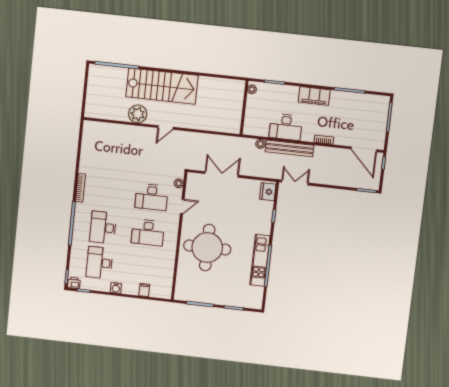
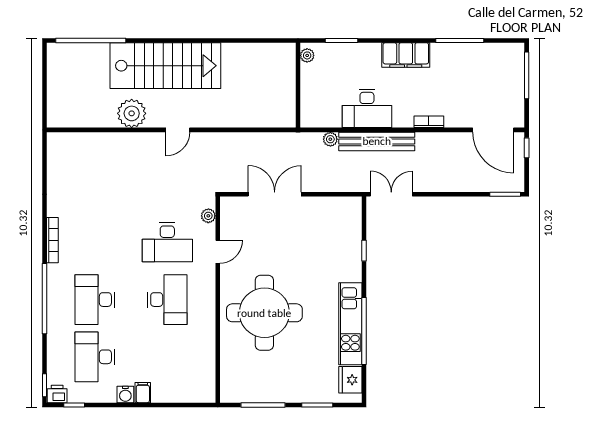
fridge: (268, 192) -> (350, 380), moved
desk: (148, 233) -> (167, 300), turned -90
filing cabinet: (144, 290) -> (143, 393), moved

